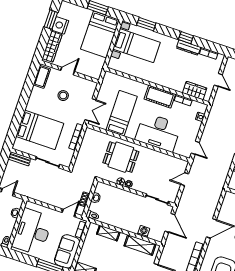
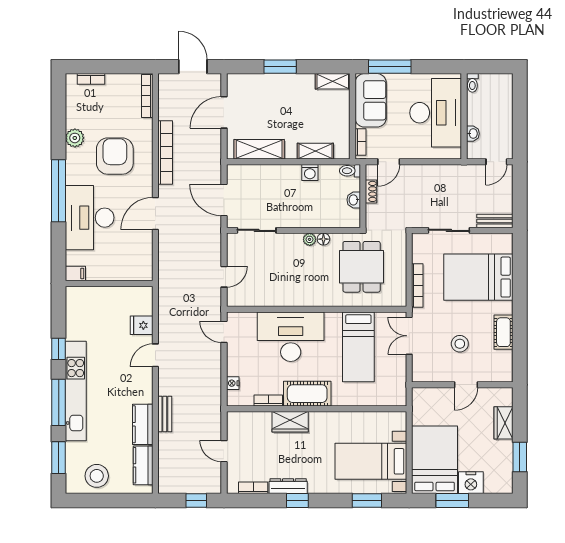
nightstand: (60, 25) -> (471, 483), moved, turned 90
wardrobe: (52, 47) -> (503, 423), width x0.67
cot: (42, 77) -> (503, 332), moved
wardrobe: (195, 91) -> (290, 422), moved
dining table: (121, 157) -> (362, 267), moved, turned 90
washing machine: (144, 231) -> (310, 172), moved

